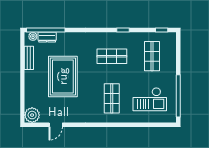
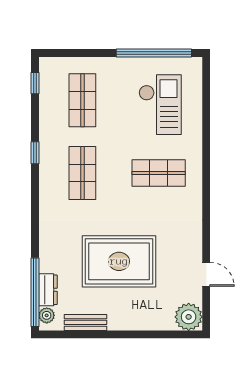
shop shelf: (152, 56) -> (82, 100), turned 90

